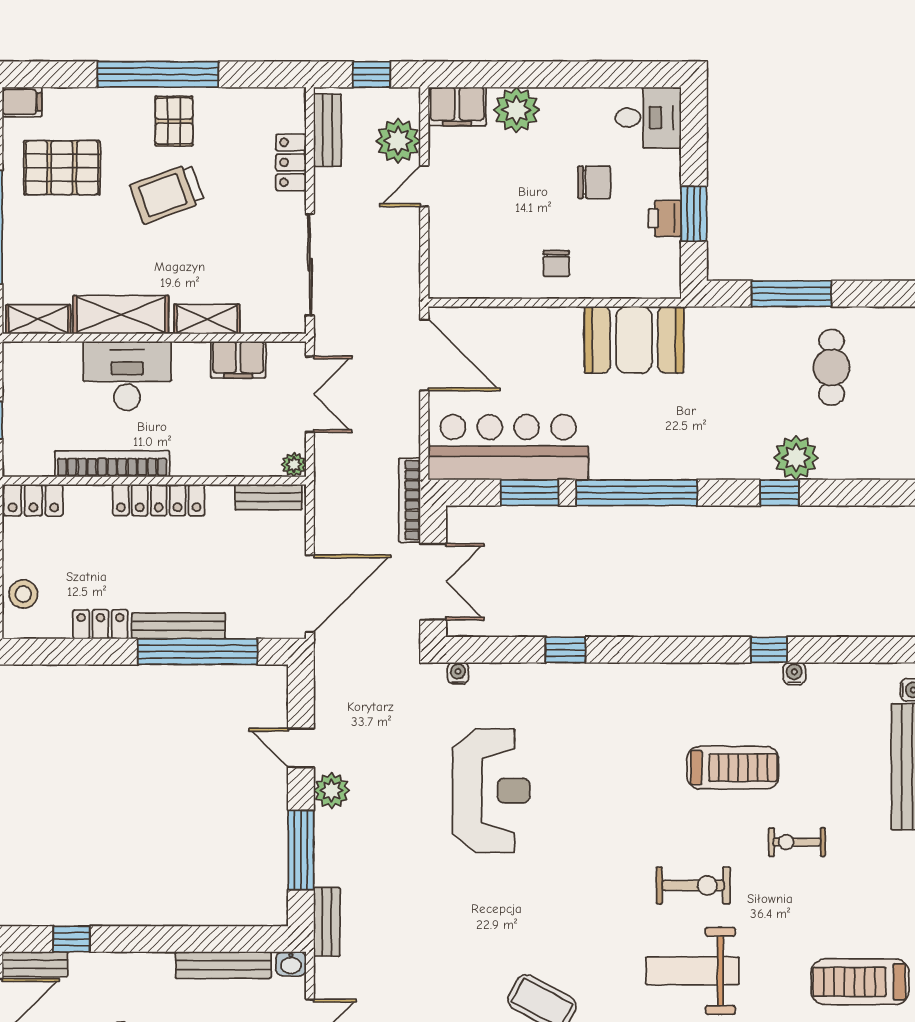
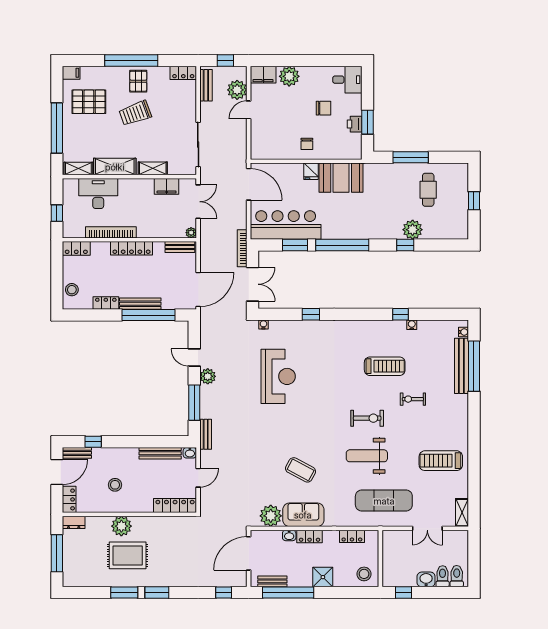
locker: (291, 162) -> (183, 73), moved, turned -90
fridge: (566, 325) -> (311, 171), added
desk: (127, 376) -> (98, 194), moved

